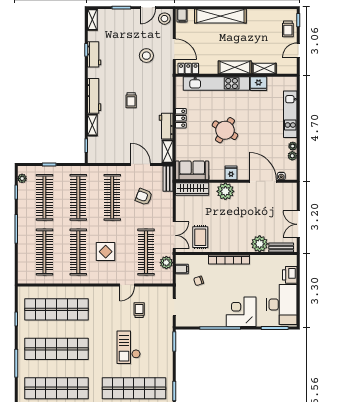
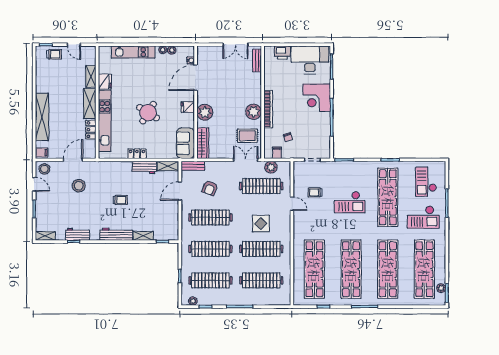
locker: (188, 68) -> (91, 130), moved
plant: (260, 244) -> (254, 112), moved

